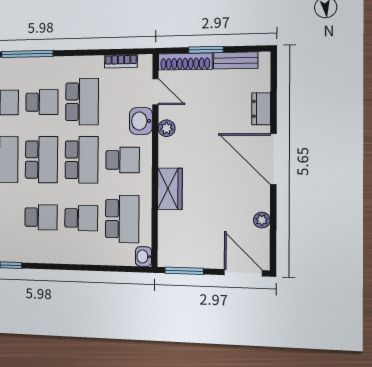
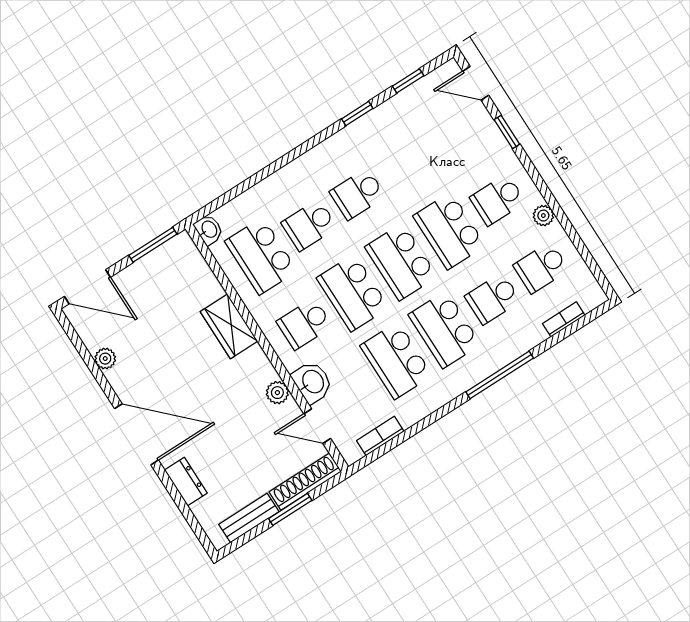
school desk: (42, 102) -> (445, 330), width x1.85

